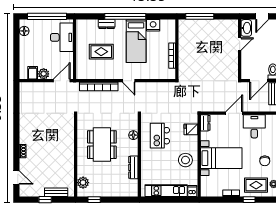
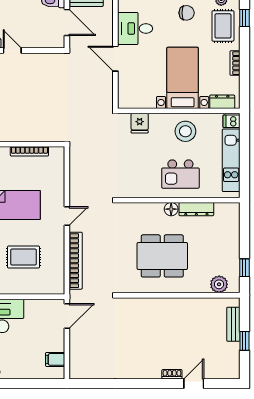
rug: (101, 52) -> (23, 257), turned 90
plant: (44, 74) -> (57, 343), removed
door: (62, 81) -> (67, 316), swing flipped
dresser: (205, 123) -> (222, 102), moved
floor lamp: (133, 135) -> (171, 209), moved
kitchen island: (160, 136) -> (180, 174), moved
door: (16, 177) -> (194, 384), moved
window: (249, 200) -> (244, 18), moved

